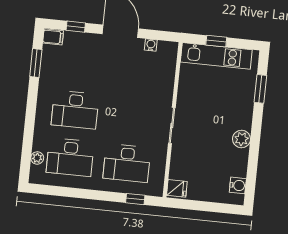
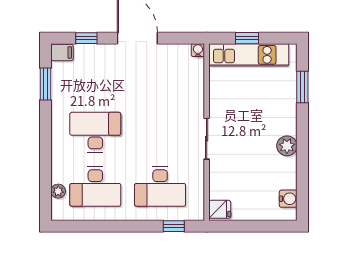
water cooler: (151, 45) -> (198, 50), moved
desk: (75, 110) -> (95, 132), turned 180

